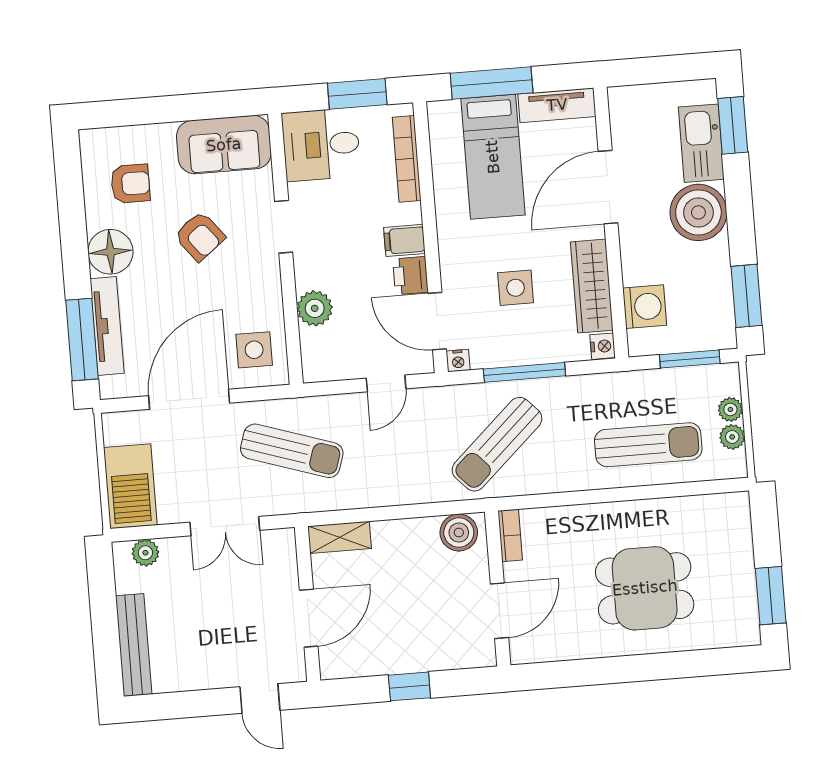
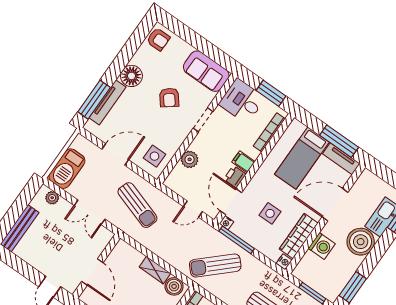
window: (492, 83) -> (339, 141), moved
armchair: (130, 184) -> (158, 39), moved
washing machine: (645, 307) -> (322, 246), moved
window: (524, 372) -> (237, 240), moved
door: (189, 399) -> (115, 155), width x0.73
shelving: (340, 537) -> (155, 270), moved
door: (309, 618) -> (92, 272), hinge flipped

